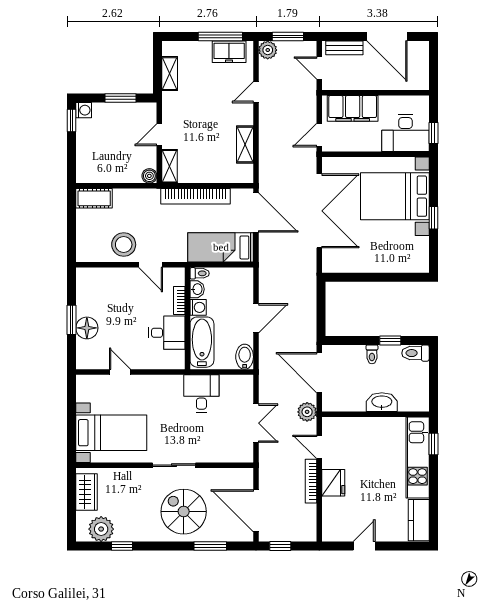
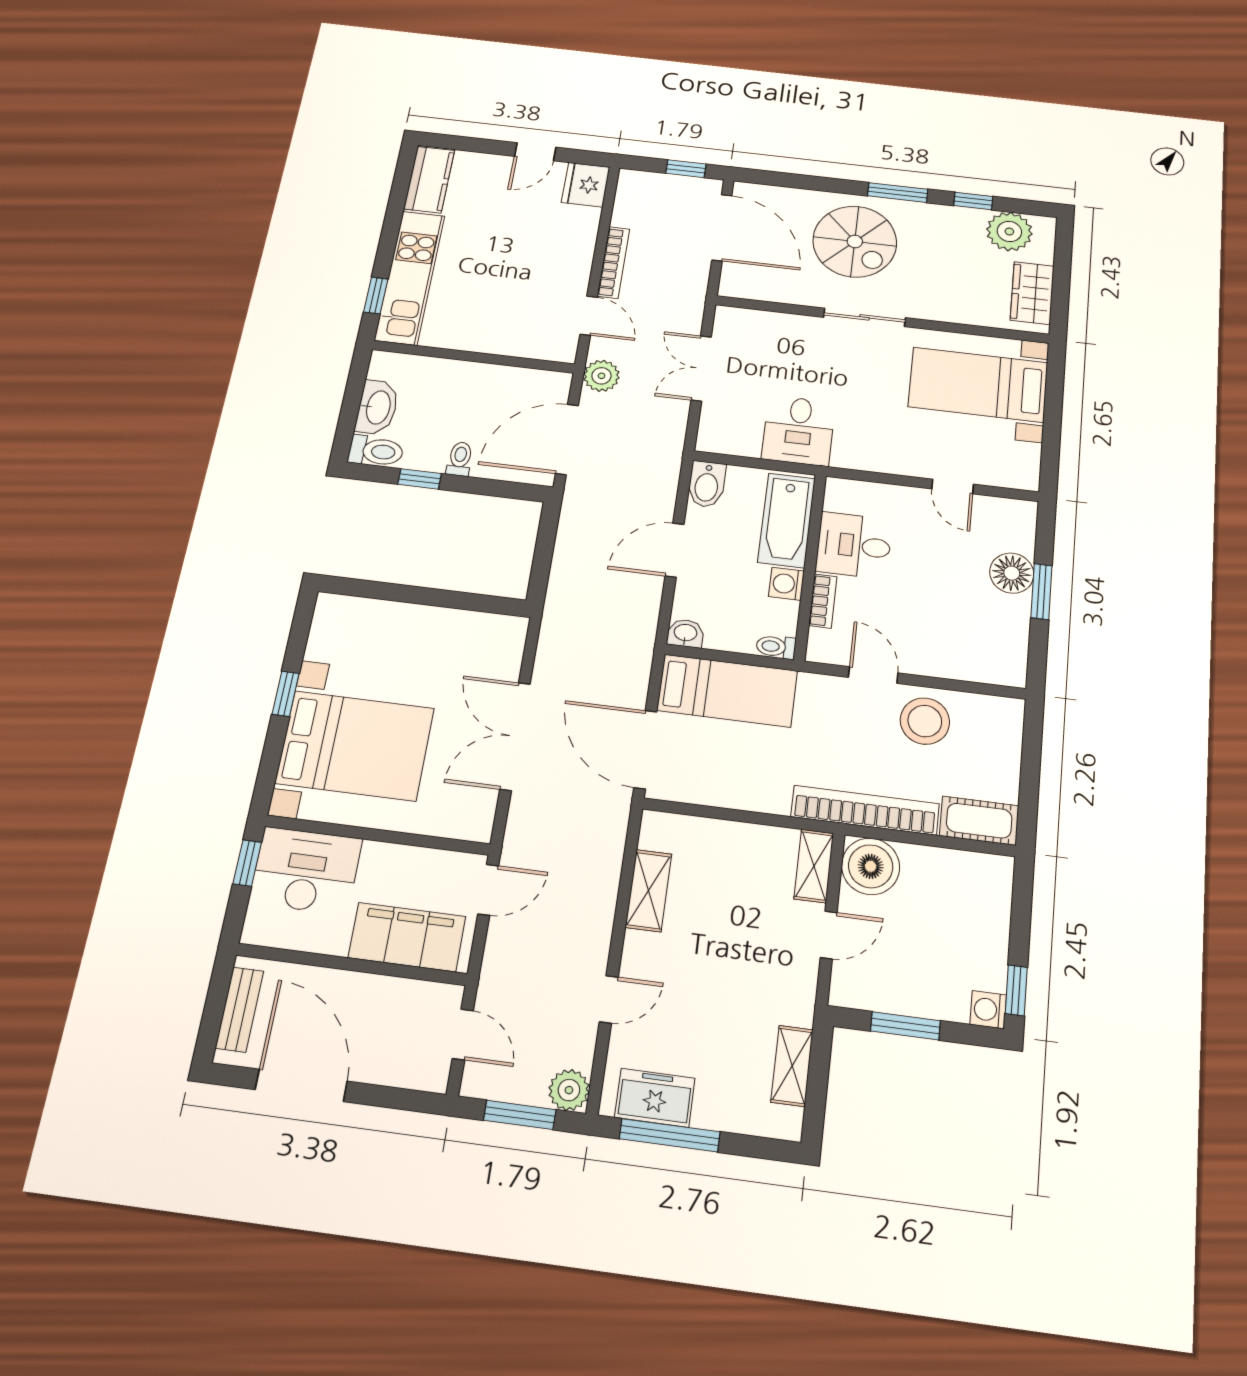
bench: (344, 48) -> (239, 1009), moved, turned 90
boiler: (149, 176) -> (871, 866), width x1.86, depth x1.86
bookcase: (195, 196) -> (865, 810), moved
double door: (319, 211) -> (515, 736), width x0.73
washbasin: (197, 289) -> (685, 633), moved, turned 90
door: (319, 373) -> (567, 439), swing flipped
washbasin: (382, 402) -> (377, 407), moved, turned -90
fridge: (333, 483) -> (586, 185), moved
window: (210, 546) -> (898, 193), moved

